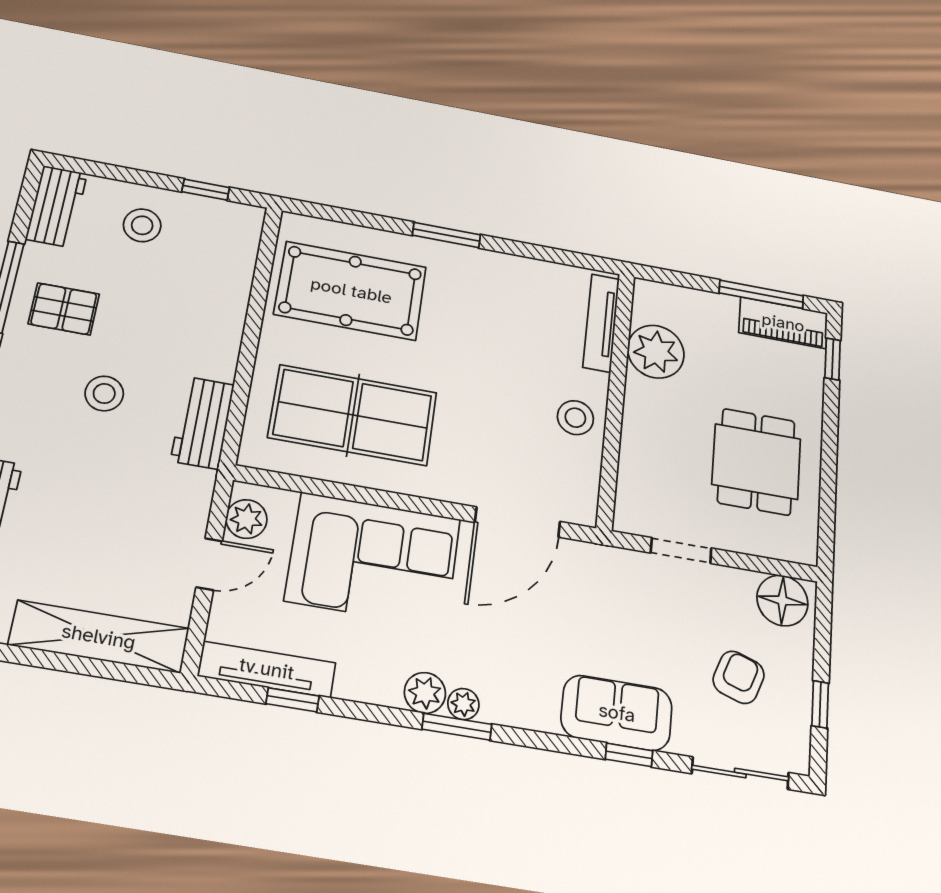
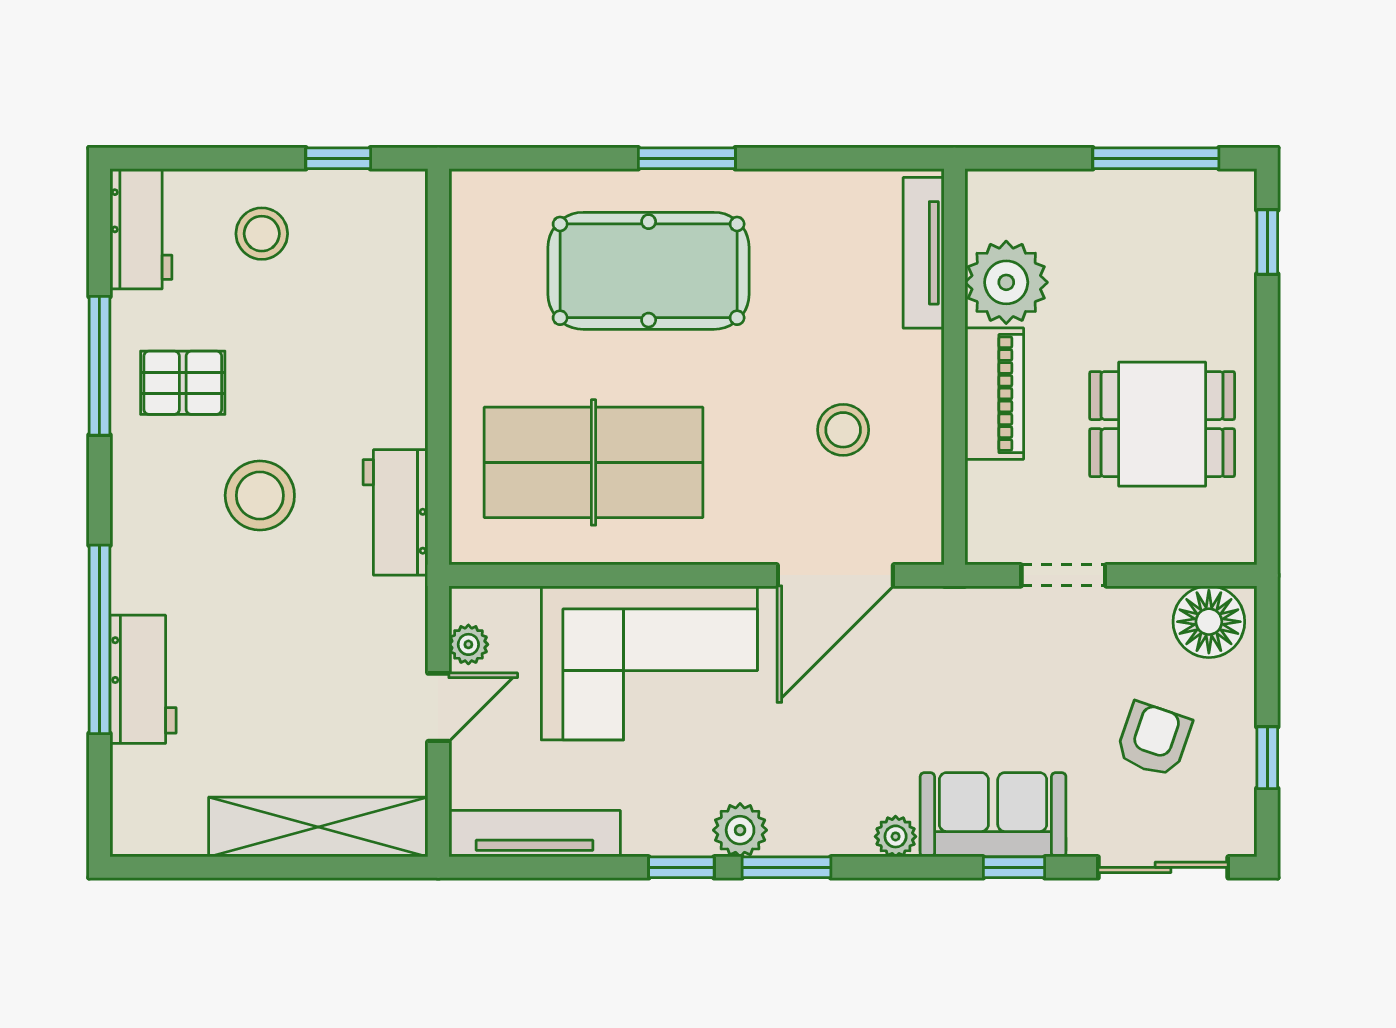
pool table: (351, 291) -> (649, 271), moved
piano: (783, 323) -> (994, 394), moved, turned -90
stool: (104, 394) -> (260, 495), width x1.38, depth x1.38
stool: (575, 418) -> (843, 430), moved
dining table: (756, 462) -> (1162, 424), turned 90
plant: (246, 519) -> (468, 644), width x0.73, depth x0.73
window: (292, 700) -> (681, 867), moved
plant: (463, 704) -> (896, 836), moved

